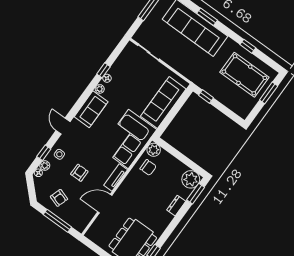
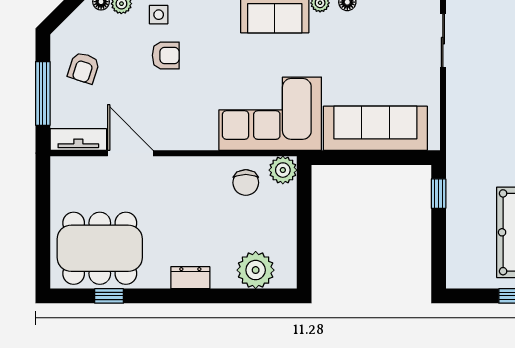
armchair: (79, 173) -> (166, 55), moved
tv unit: (116, 177) -> (78, 140), moved
plant: (191, 179) -> (256, 270), moved
window: (196, 194) -> (260, 296), removed
dresser: (176, 206) -> (190, 278), moved

